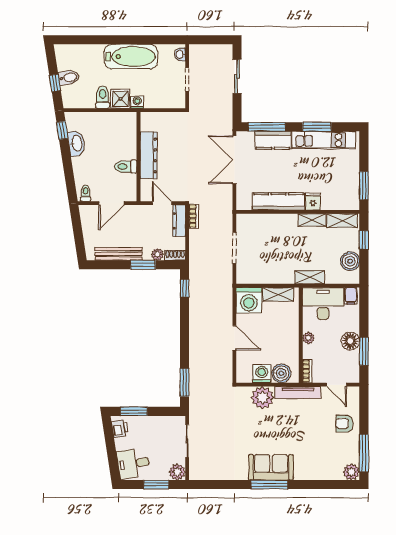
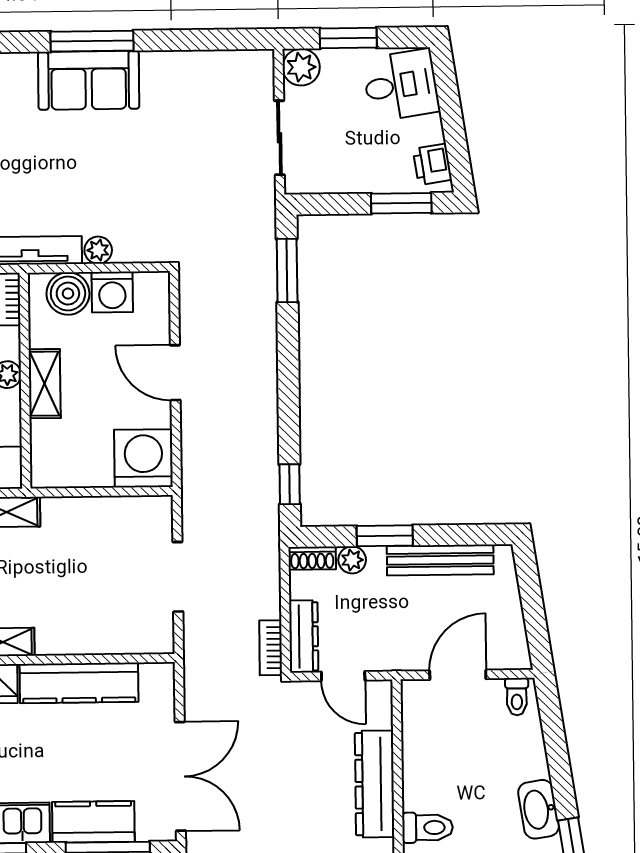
toilet: (126, 167) -> (427, 828), moved
shelving: (278, 294) -> (45, 384), moved, turned 90
plant: (262, 398) -> (98, 250), width x0.53, depth x0.53

